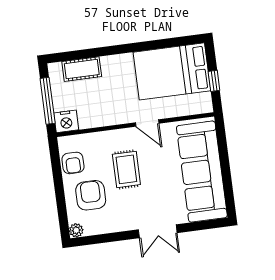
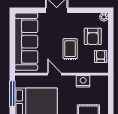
window: (214, 81) -> (12, 94), width x2.17
window: (48, 101) -> (111, 95), removed
nightstand: (66, 121) -> (83, 81), moved

